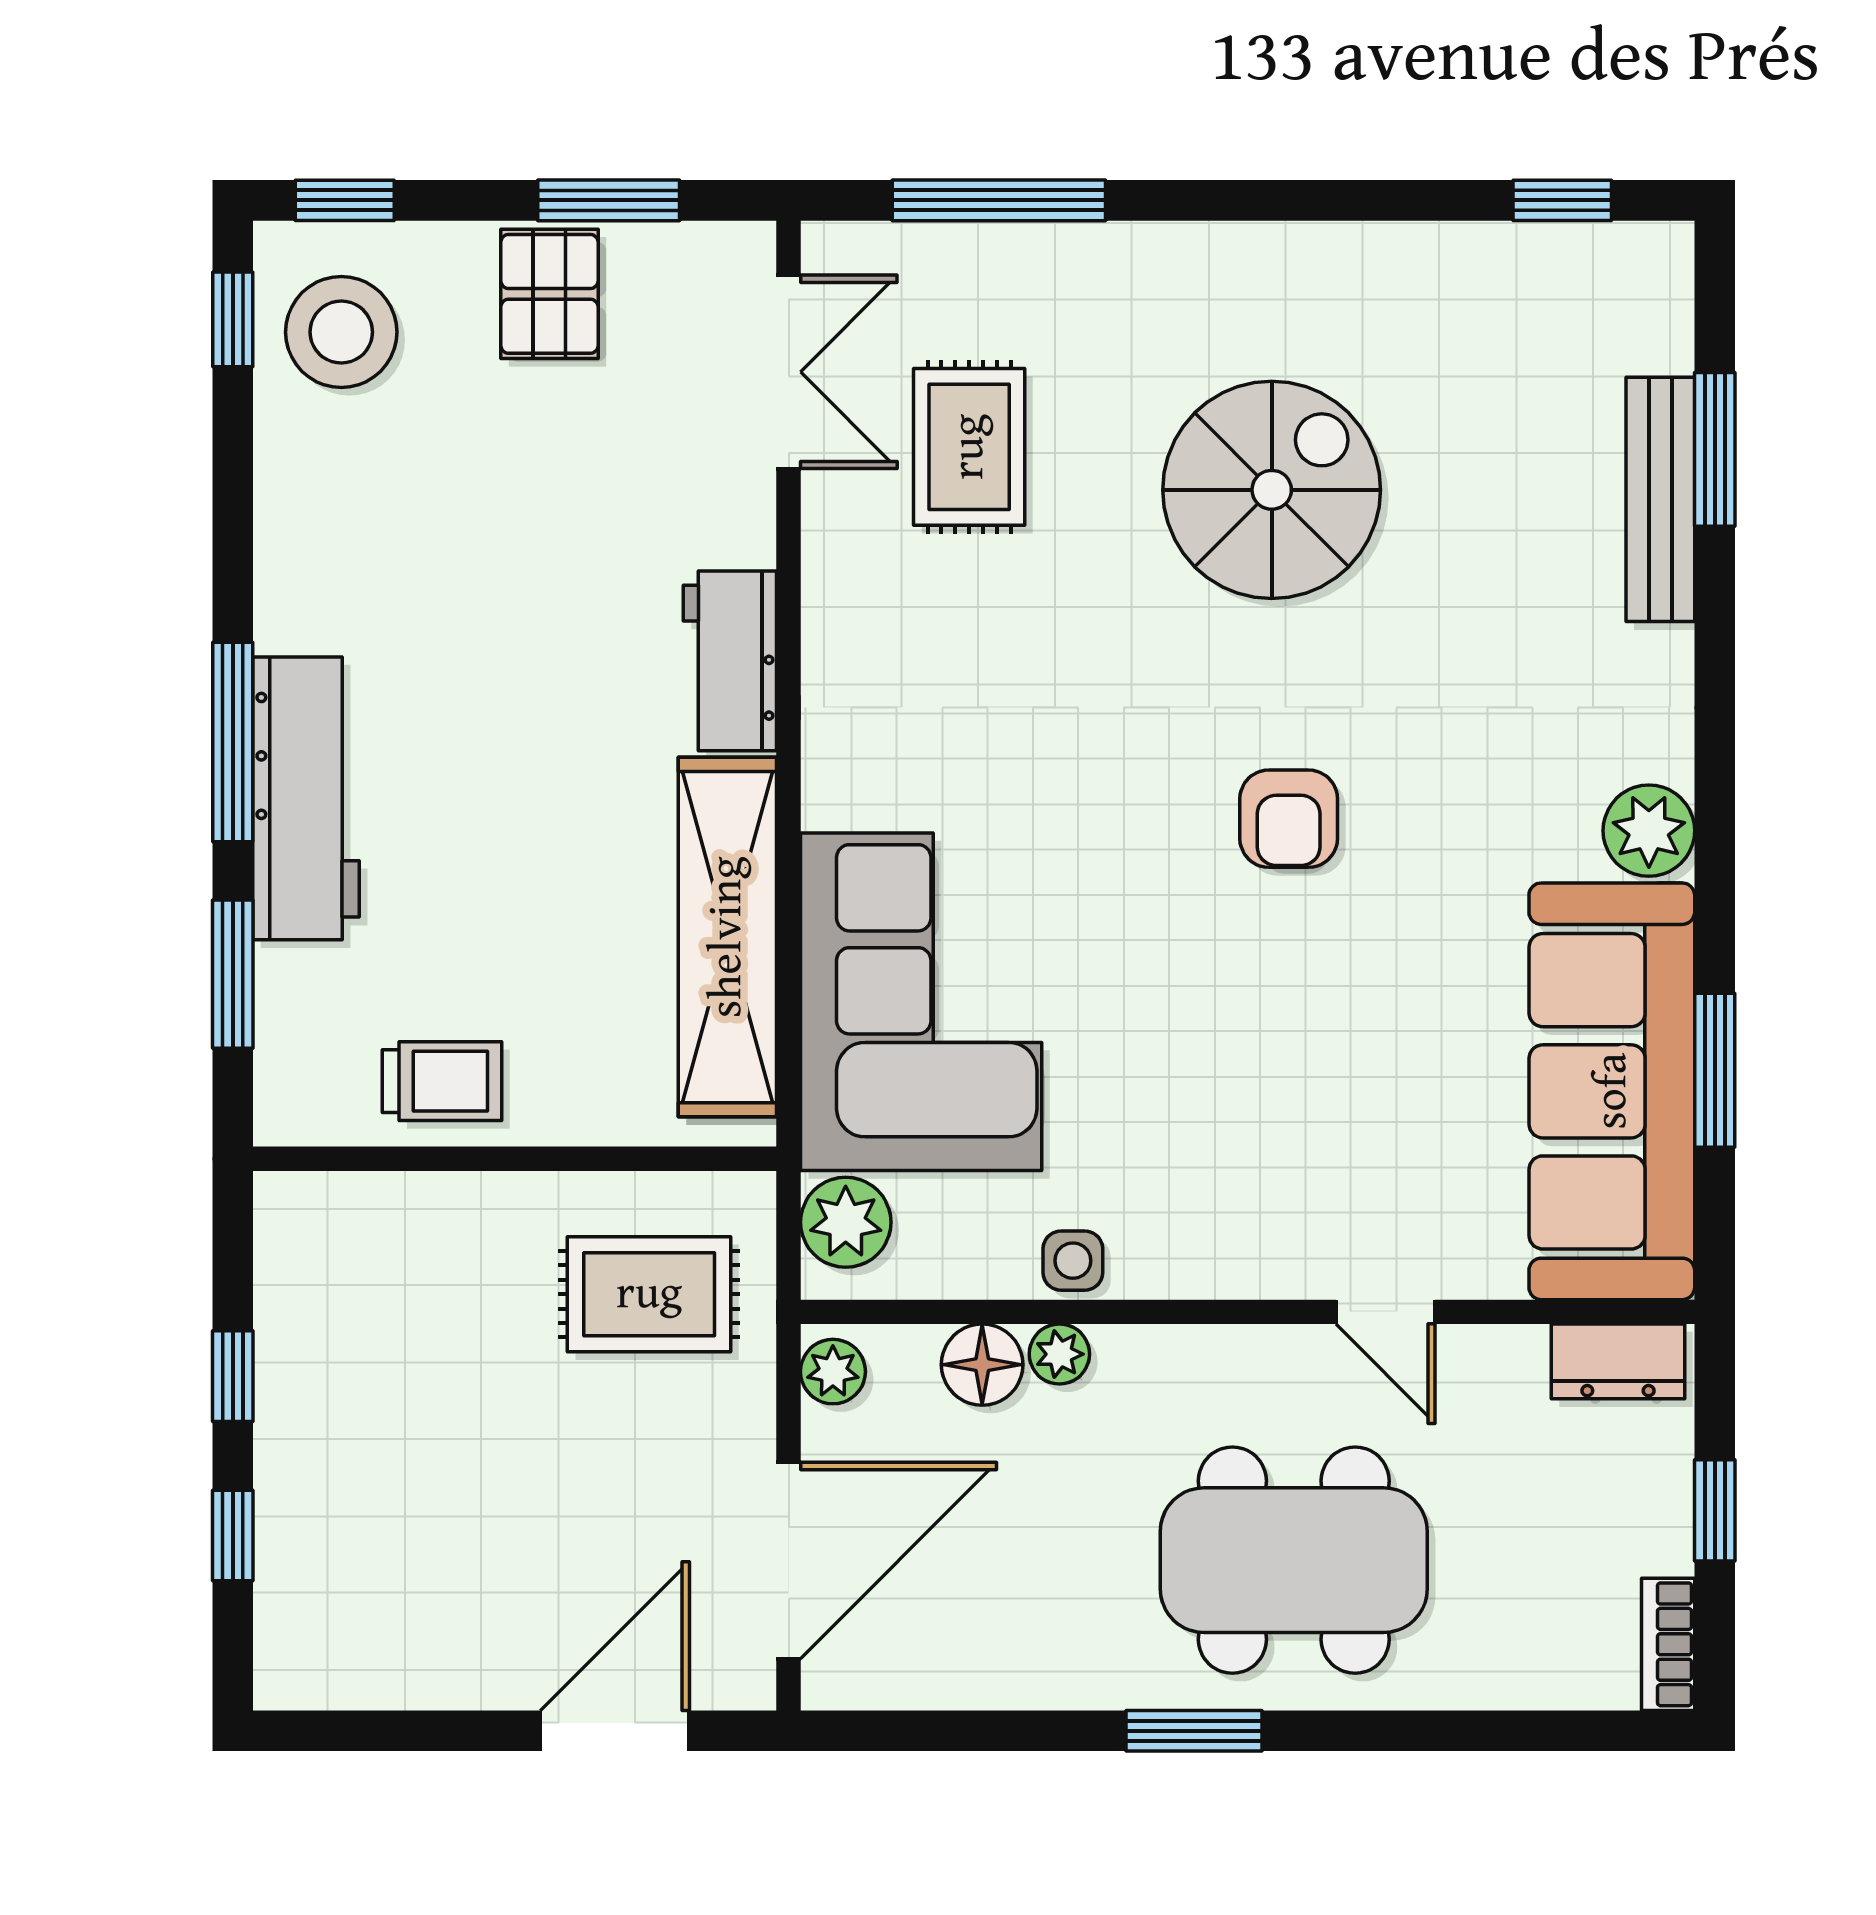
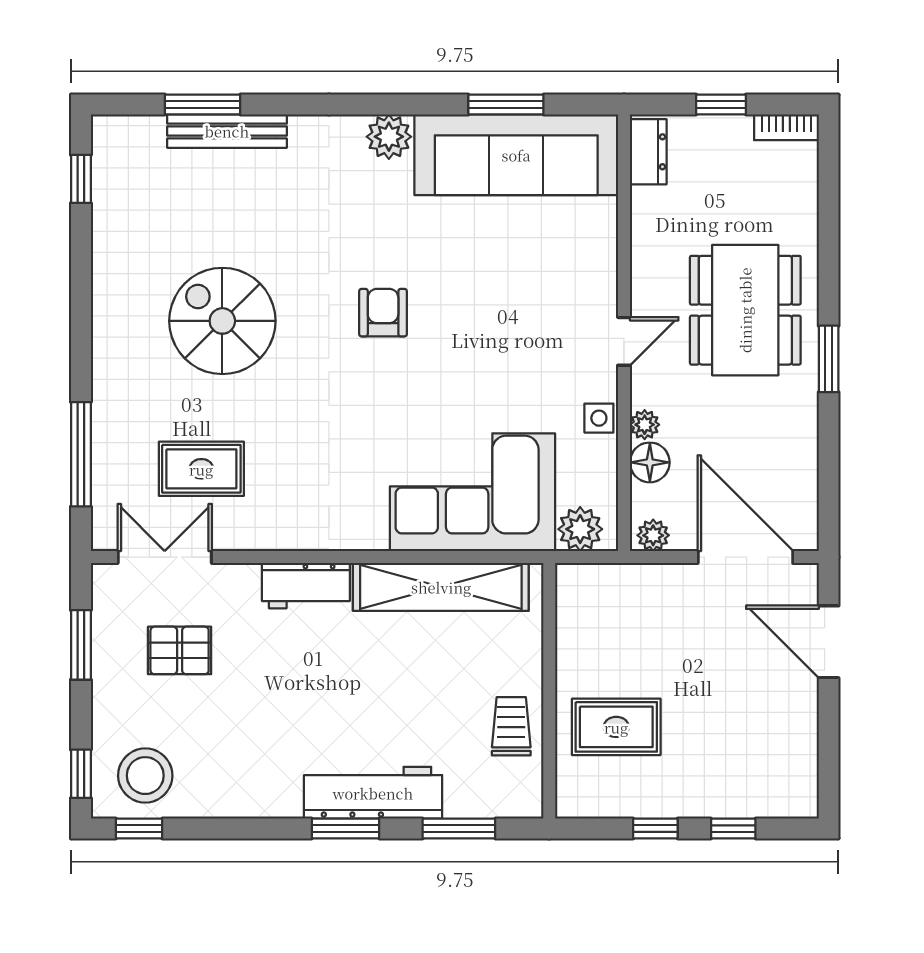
pallet: (549, 294) -> (180, 650), moved
window: (233, 742) -> (346, 829), width x0.69
armchair: (1289, 819) -> (383, 313), turned -90
rug: (649, 1294) -> (616, 727), moved, turned 90
door: (1386, 1312) -> (624, 341), moved

